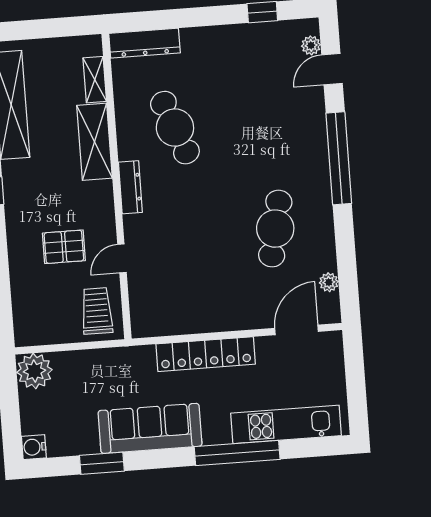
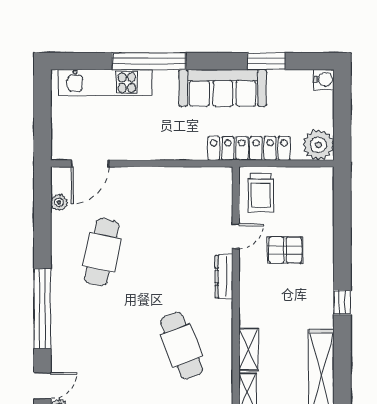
shelving: (95, 142) -> (249, 349), width x0.67, depth x0.75
dresser: (130, 187) -> (224, 277), moved
locker: (206, 354) -> (249, 148), moved

